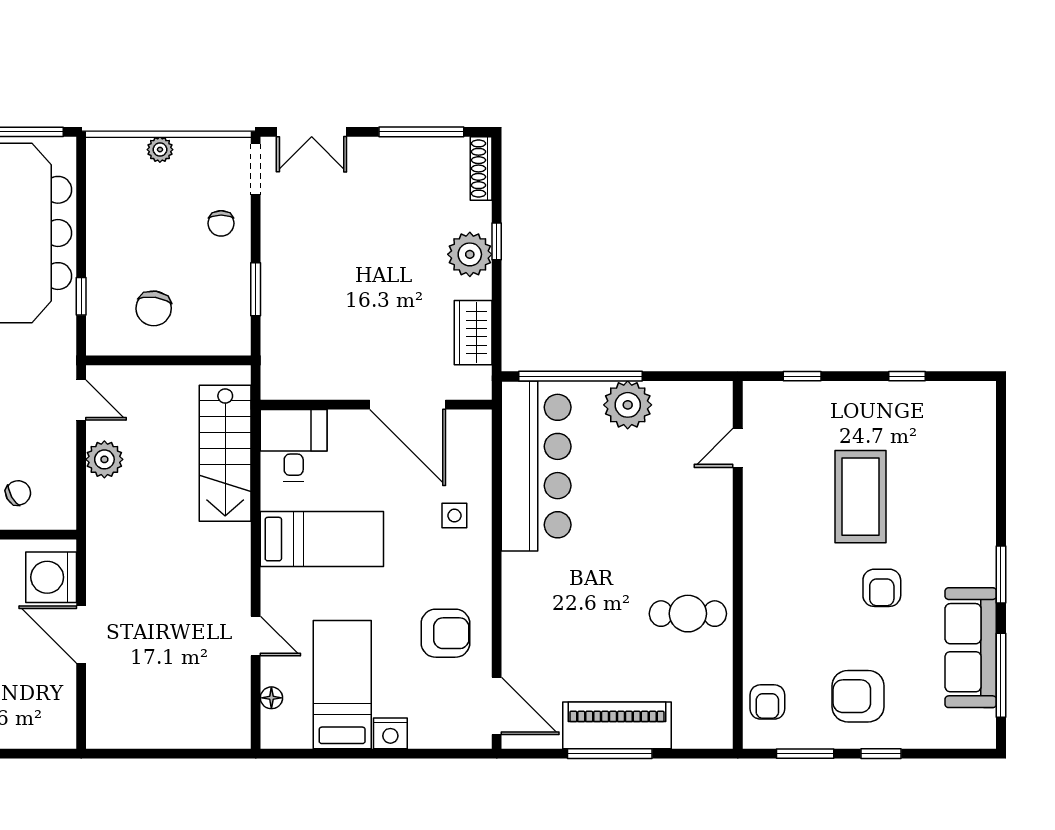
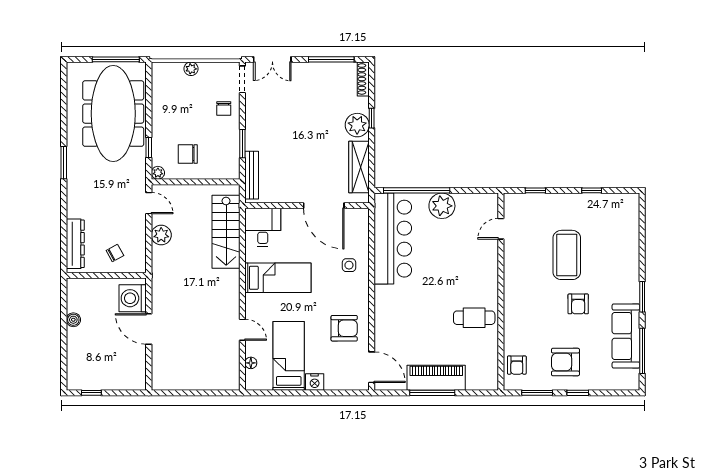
chair: (154, 308) -> (188, 154), turned 82
wardrobe: (473, 333) -> (359, 167), width x1.50
plant: (98, 343) -> (158, 173), added
bench: (273, 348) -> (252, 175), added

